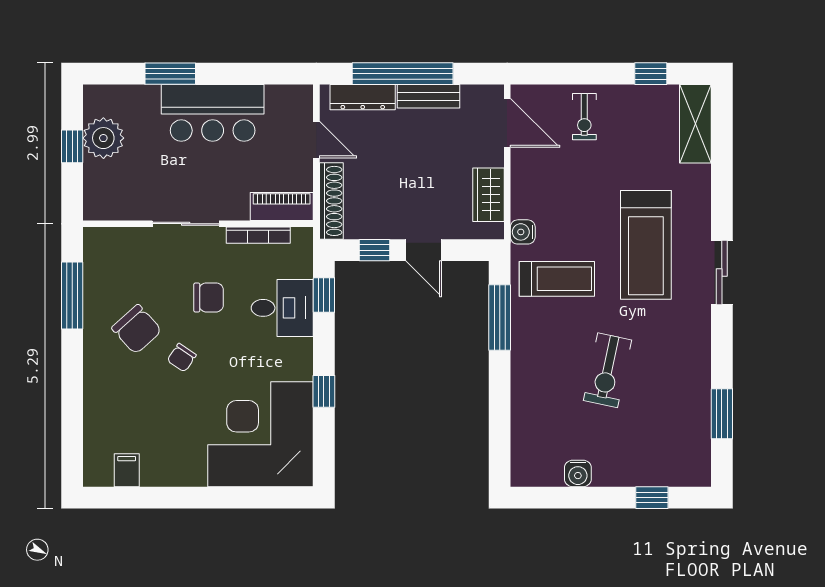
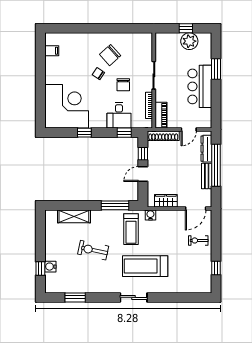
shelving: (695, 124) -> (74, 216), moved
window: (72, 296) -> (124, 28), removed
water cooler: (578, 473) -> (50, 267), moved

